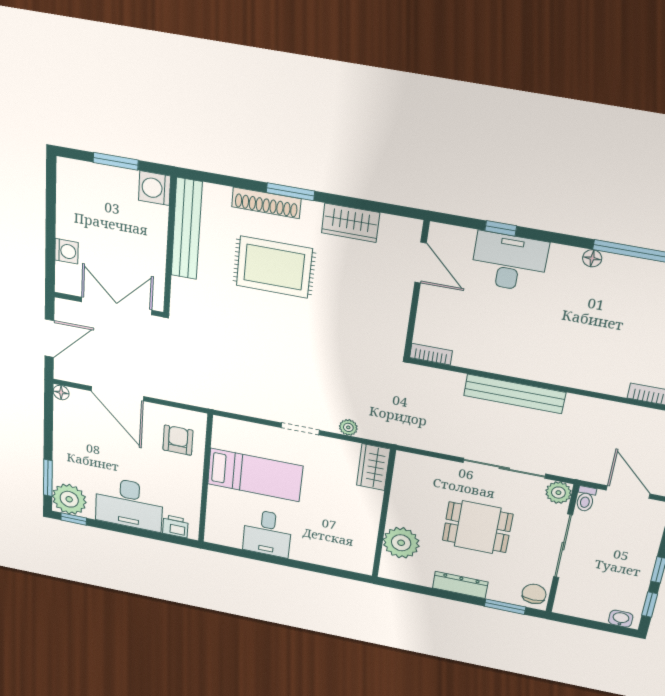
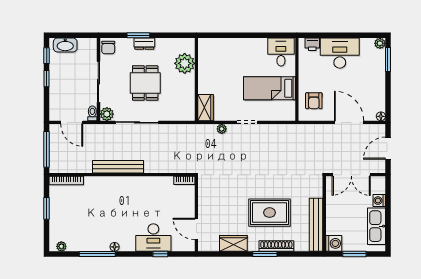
kitchen sink: (72, 206) -> (377, 226), added
bench: (515, 394) -> (118, 167), moved
plant: (69, 499) -> (380, 43), width x0.53, depth x0.53
window: (74, 519) -> (372, 35), removed
dining table: (478, 527) -> (145, 83), turned 90
desk: (267, 533) -> (281, 52), moved
dresser: (460, 585) -> (144, 44), width x0.70
window: (505, 607) -> (138, 35), moved
washbasin: (621, 619) -> (65, 45), width x1.91, depth x1.45

